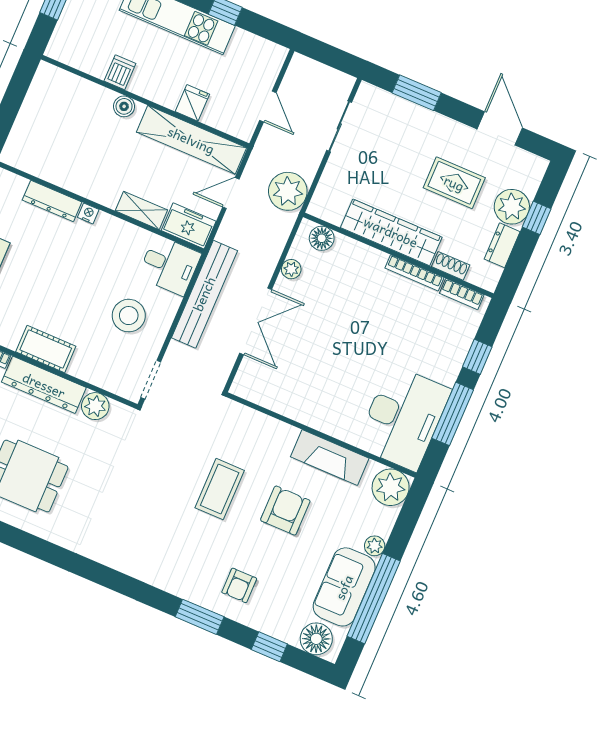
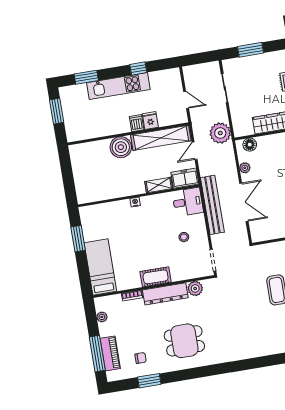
dishwasher: (120, 72) -> (137, 123), moved
boiler: (124, 106) -> (121, 147), width x1.86, depth x1.86
dresser: (52, 201) -> (115, 207), removed
stool: (129, 316) -> (184, 237), width x0.53, depth x0.53

